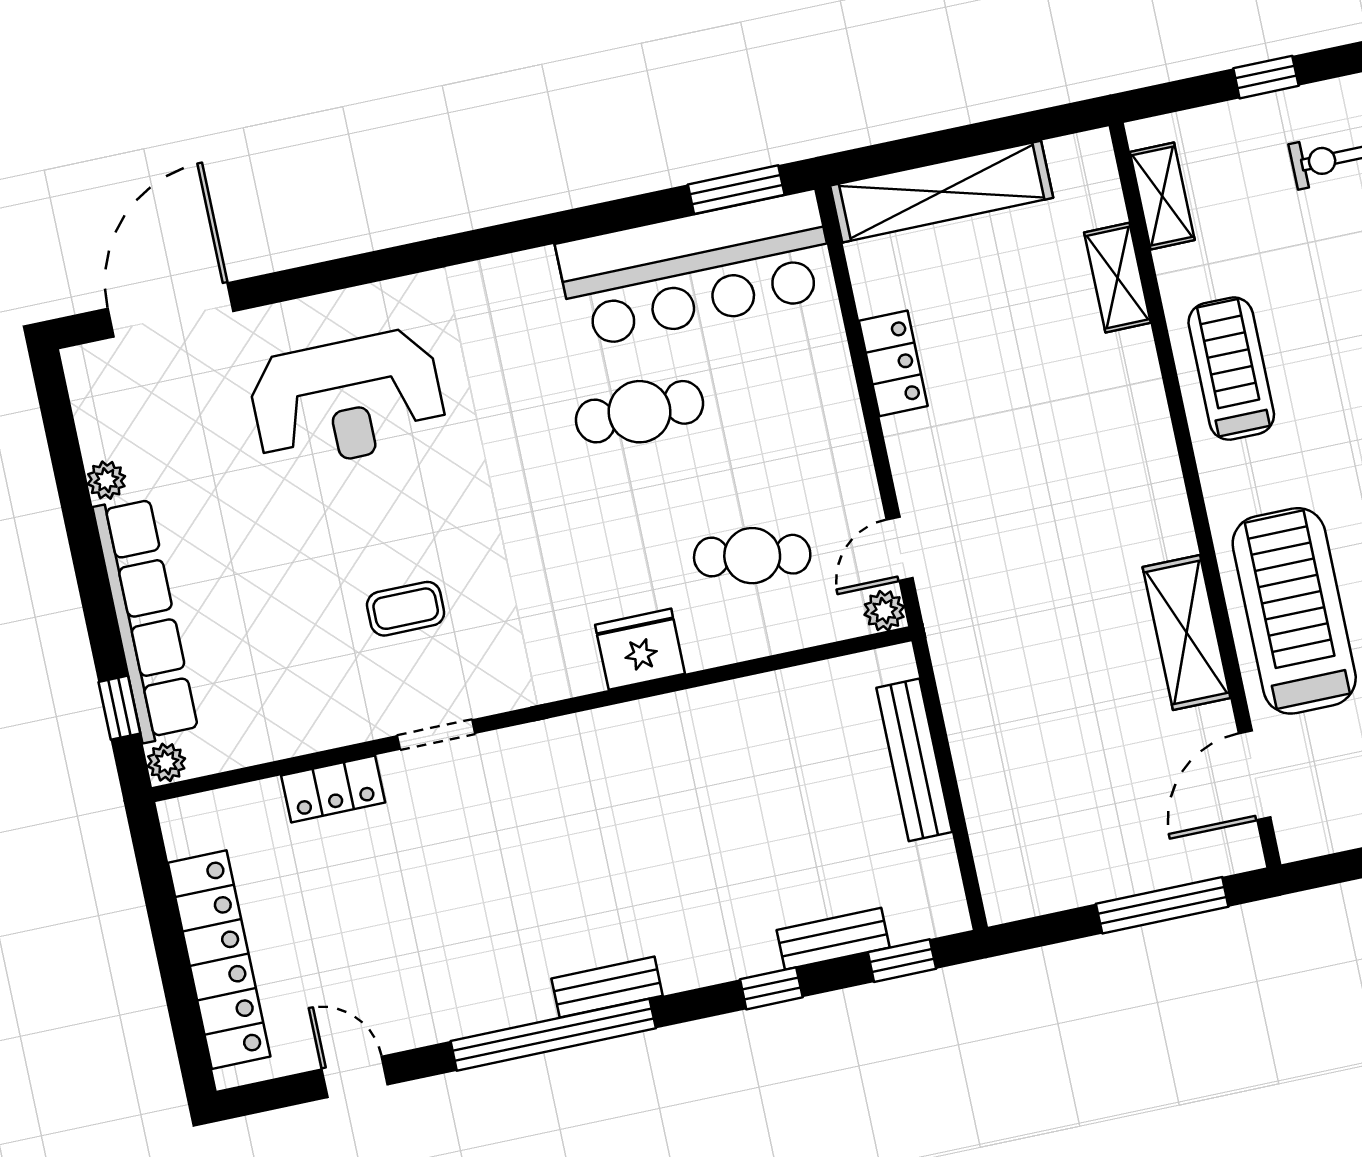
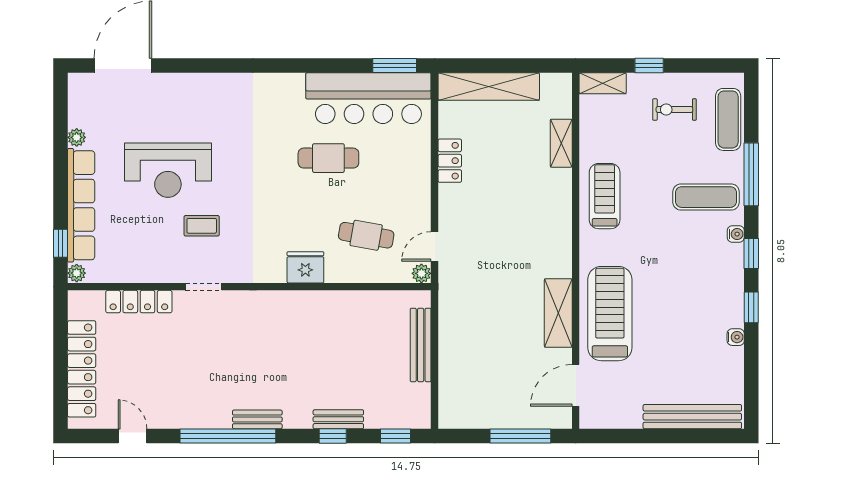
shelving: (1162, 196) -> (603, 83), moved, turned 90
reception desk: (347, 400) -> (168, 170), moved
locker: (333, 789) -> (139, 302), width x1.53
bench: (833, 939) -> (338, 419), moved

